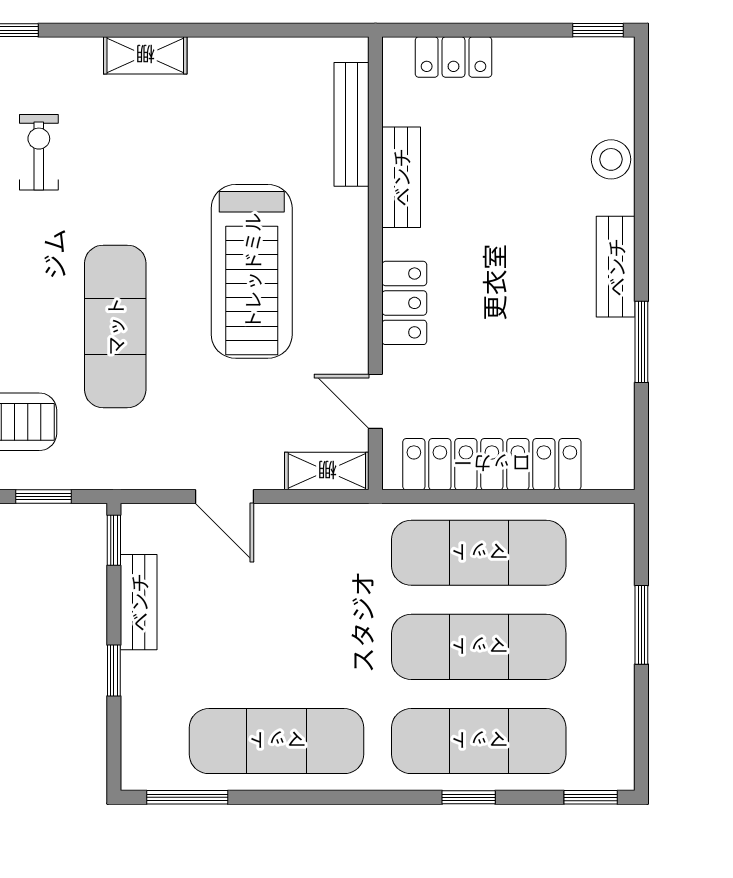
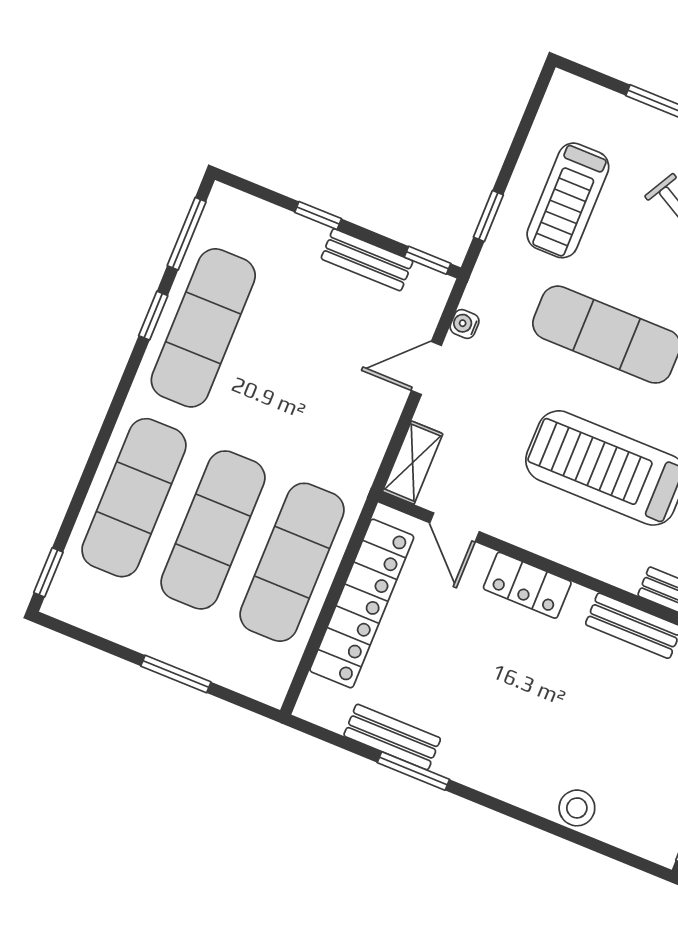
bench: (616, 267) -> (392, 737), moved
door: (375, 401) -> (454, 527), swing flipped
water cooler: (164, 476) -> (465, 324), added
window: (469, 797) -> (153, 316), moved

